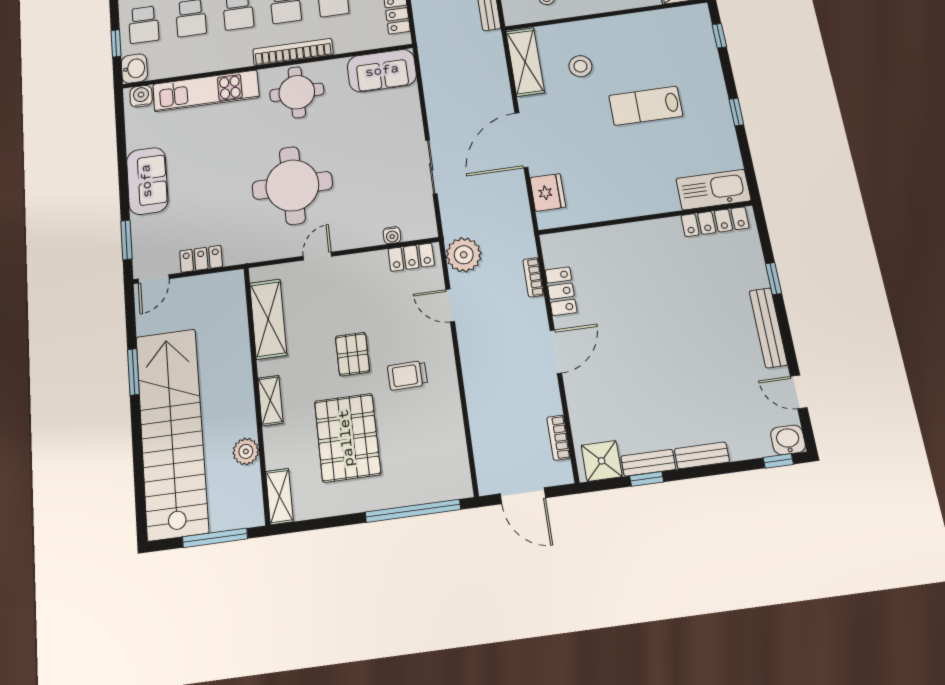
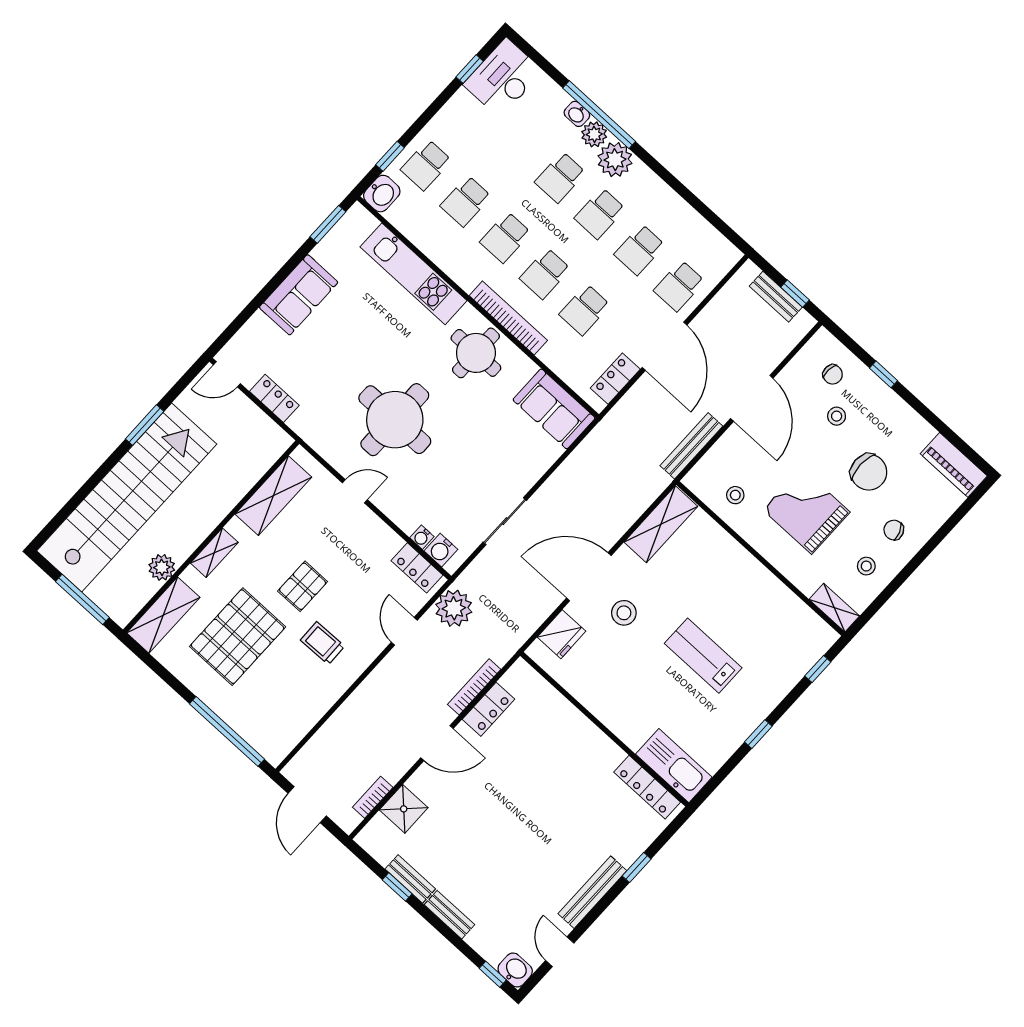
stool: (580, 66) -> (624, 613), moved
water cooler: (141, 96) -> (441, 550), moved, turned 180
window: (126, 240) -> (328, 224), moved
bookcase: (533, 277) -> (474, 687), width x1.56
shower: (602, 461) -> (404, 809), moved
shelving: (279, 496) -> (163, 615), width x1.50, depth x1.33

